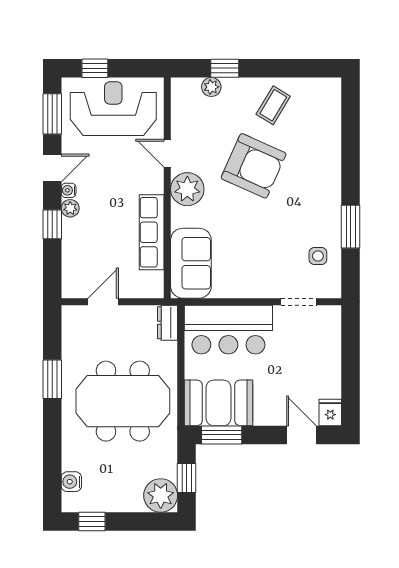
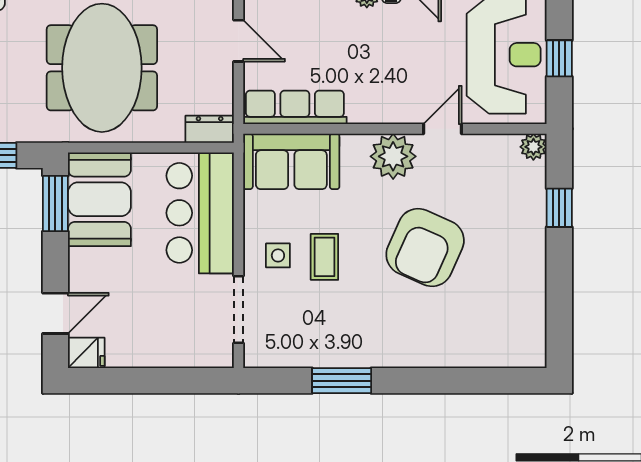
window: (95, 68) -> (559, 58), moved
plant: (211, 87) -> (533, 147), moved
coffee table: (273, 105) -> (324, 257), moved, turned 59
row of seats: (152, 232) -> (295, 107), moved
side table: (318, 256) -> (278, 255), moved
doorway: (299, 302) -> (238, 310), width x1.38

